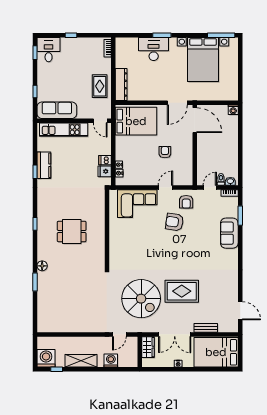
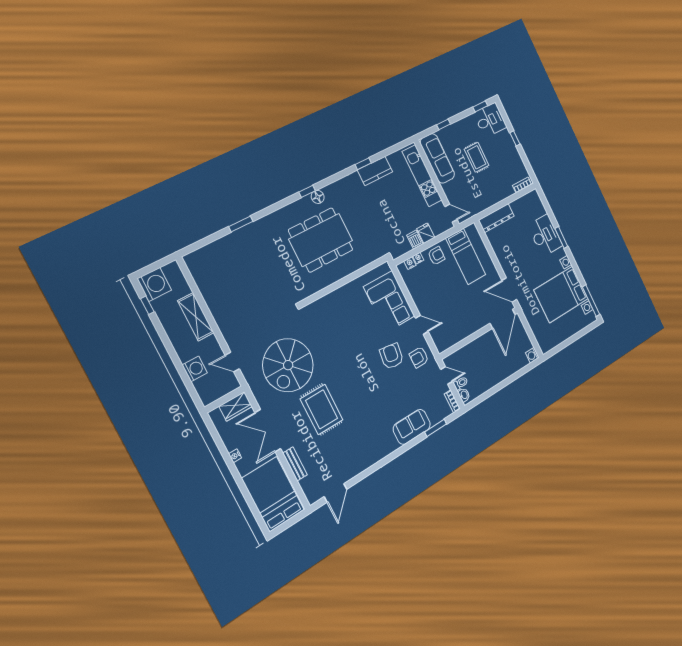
rug: (100, 86) -> (477, 157), moved, turned 90
door: (100, 121) -> (451, 213), swing flipped
bed: (136, 121) -> (466, 256), width x0.67
armchair: (165, 152) -> (436, 256), moved
fridge: (105, 171) -> (426, 233), moved
dining table: (72, 231) -> (321, 240), width x1.88, depth x1.24
floor lamp: (42, 266) -> (318, 197), moved
shelving: (81, 361) -> (196, 317), moved

